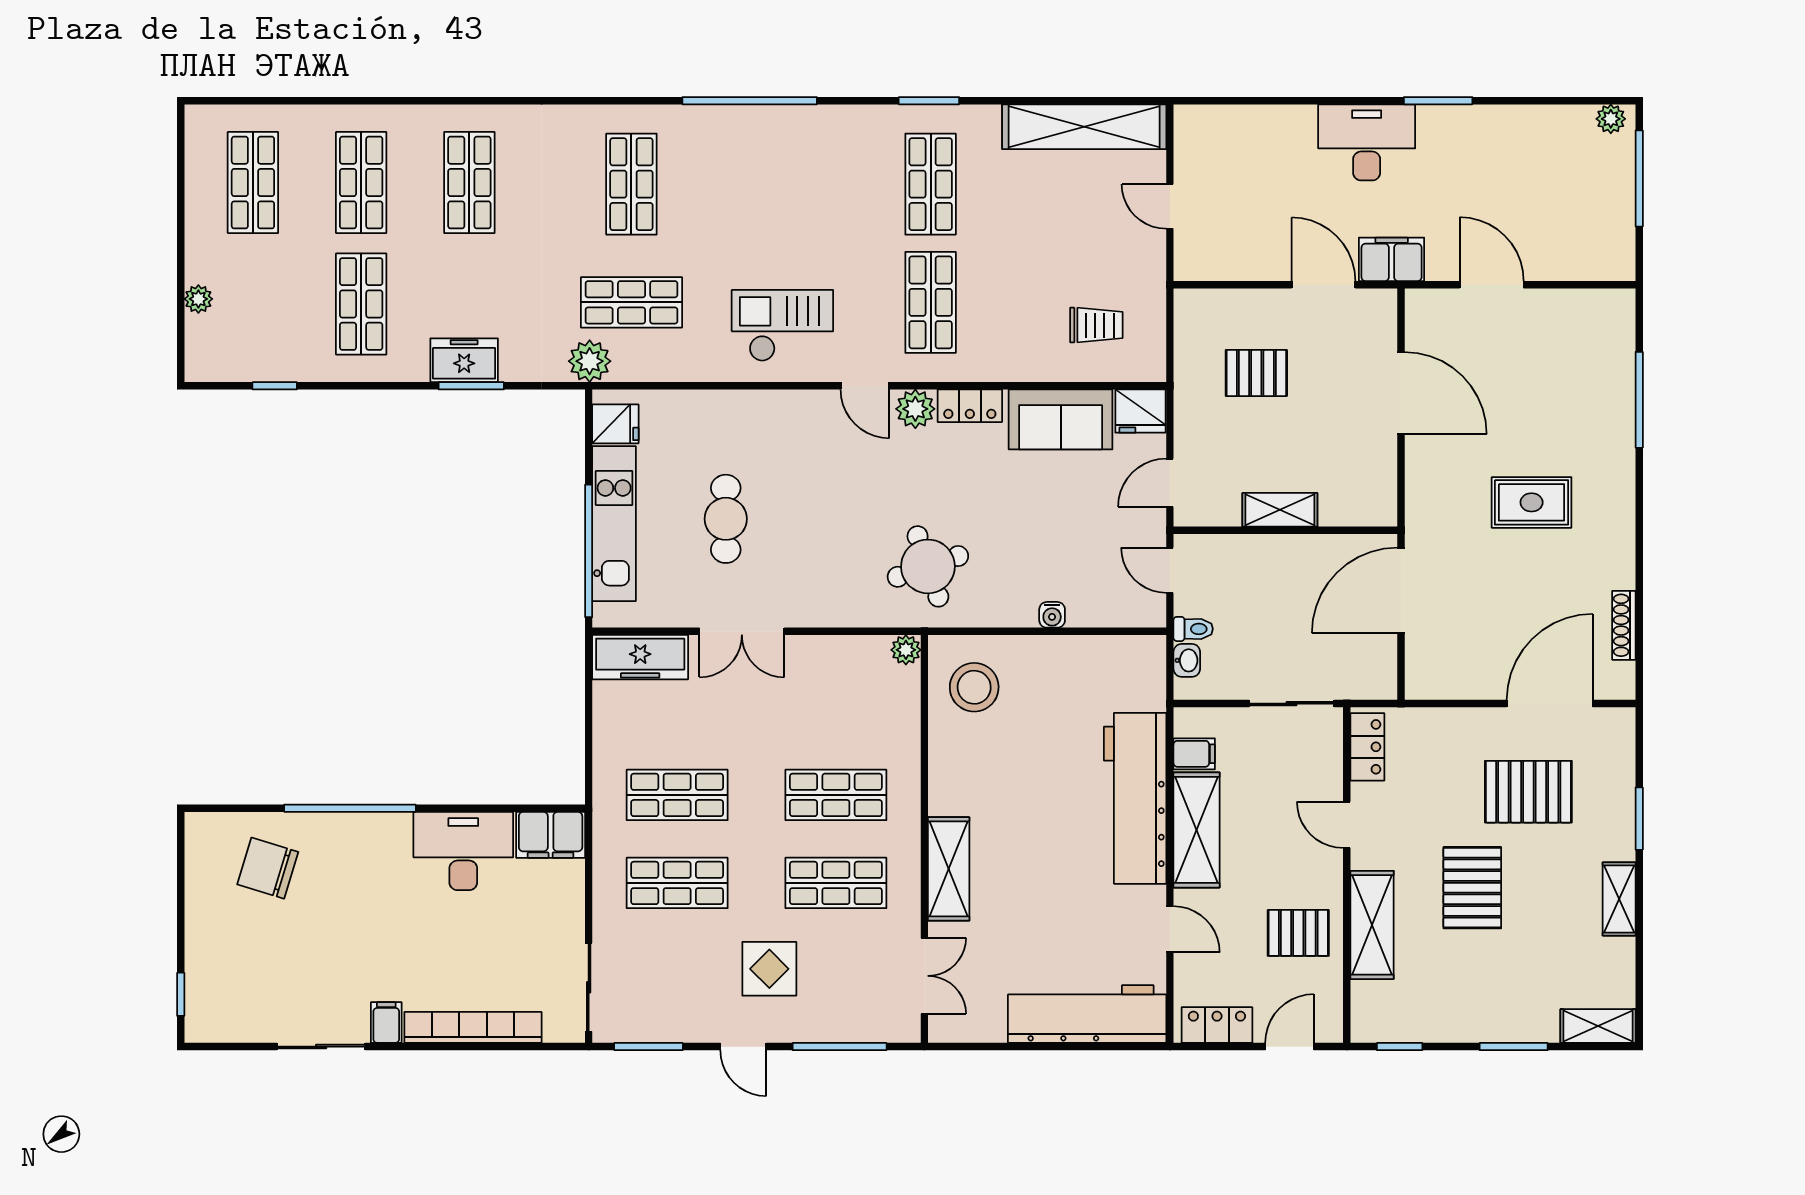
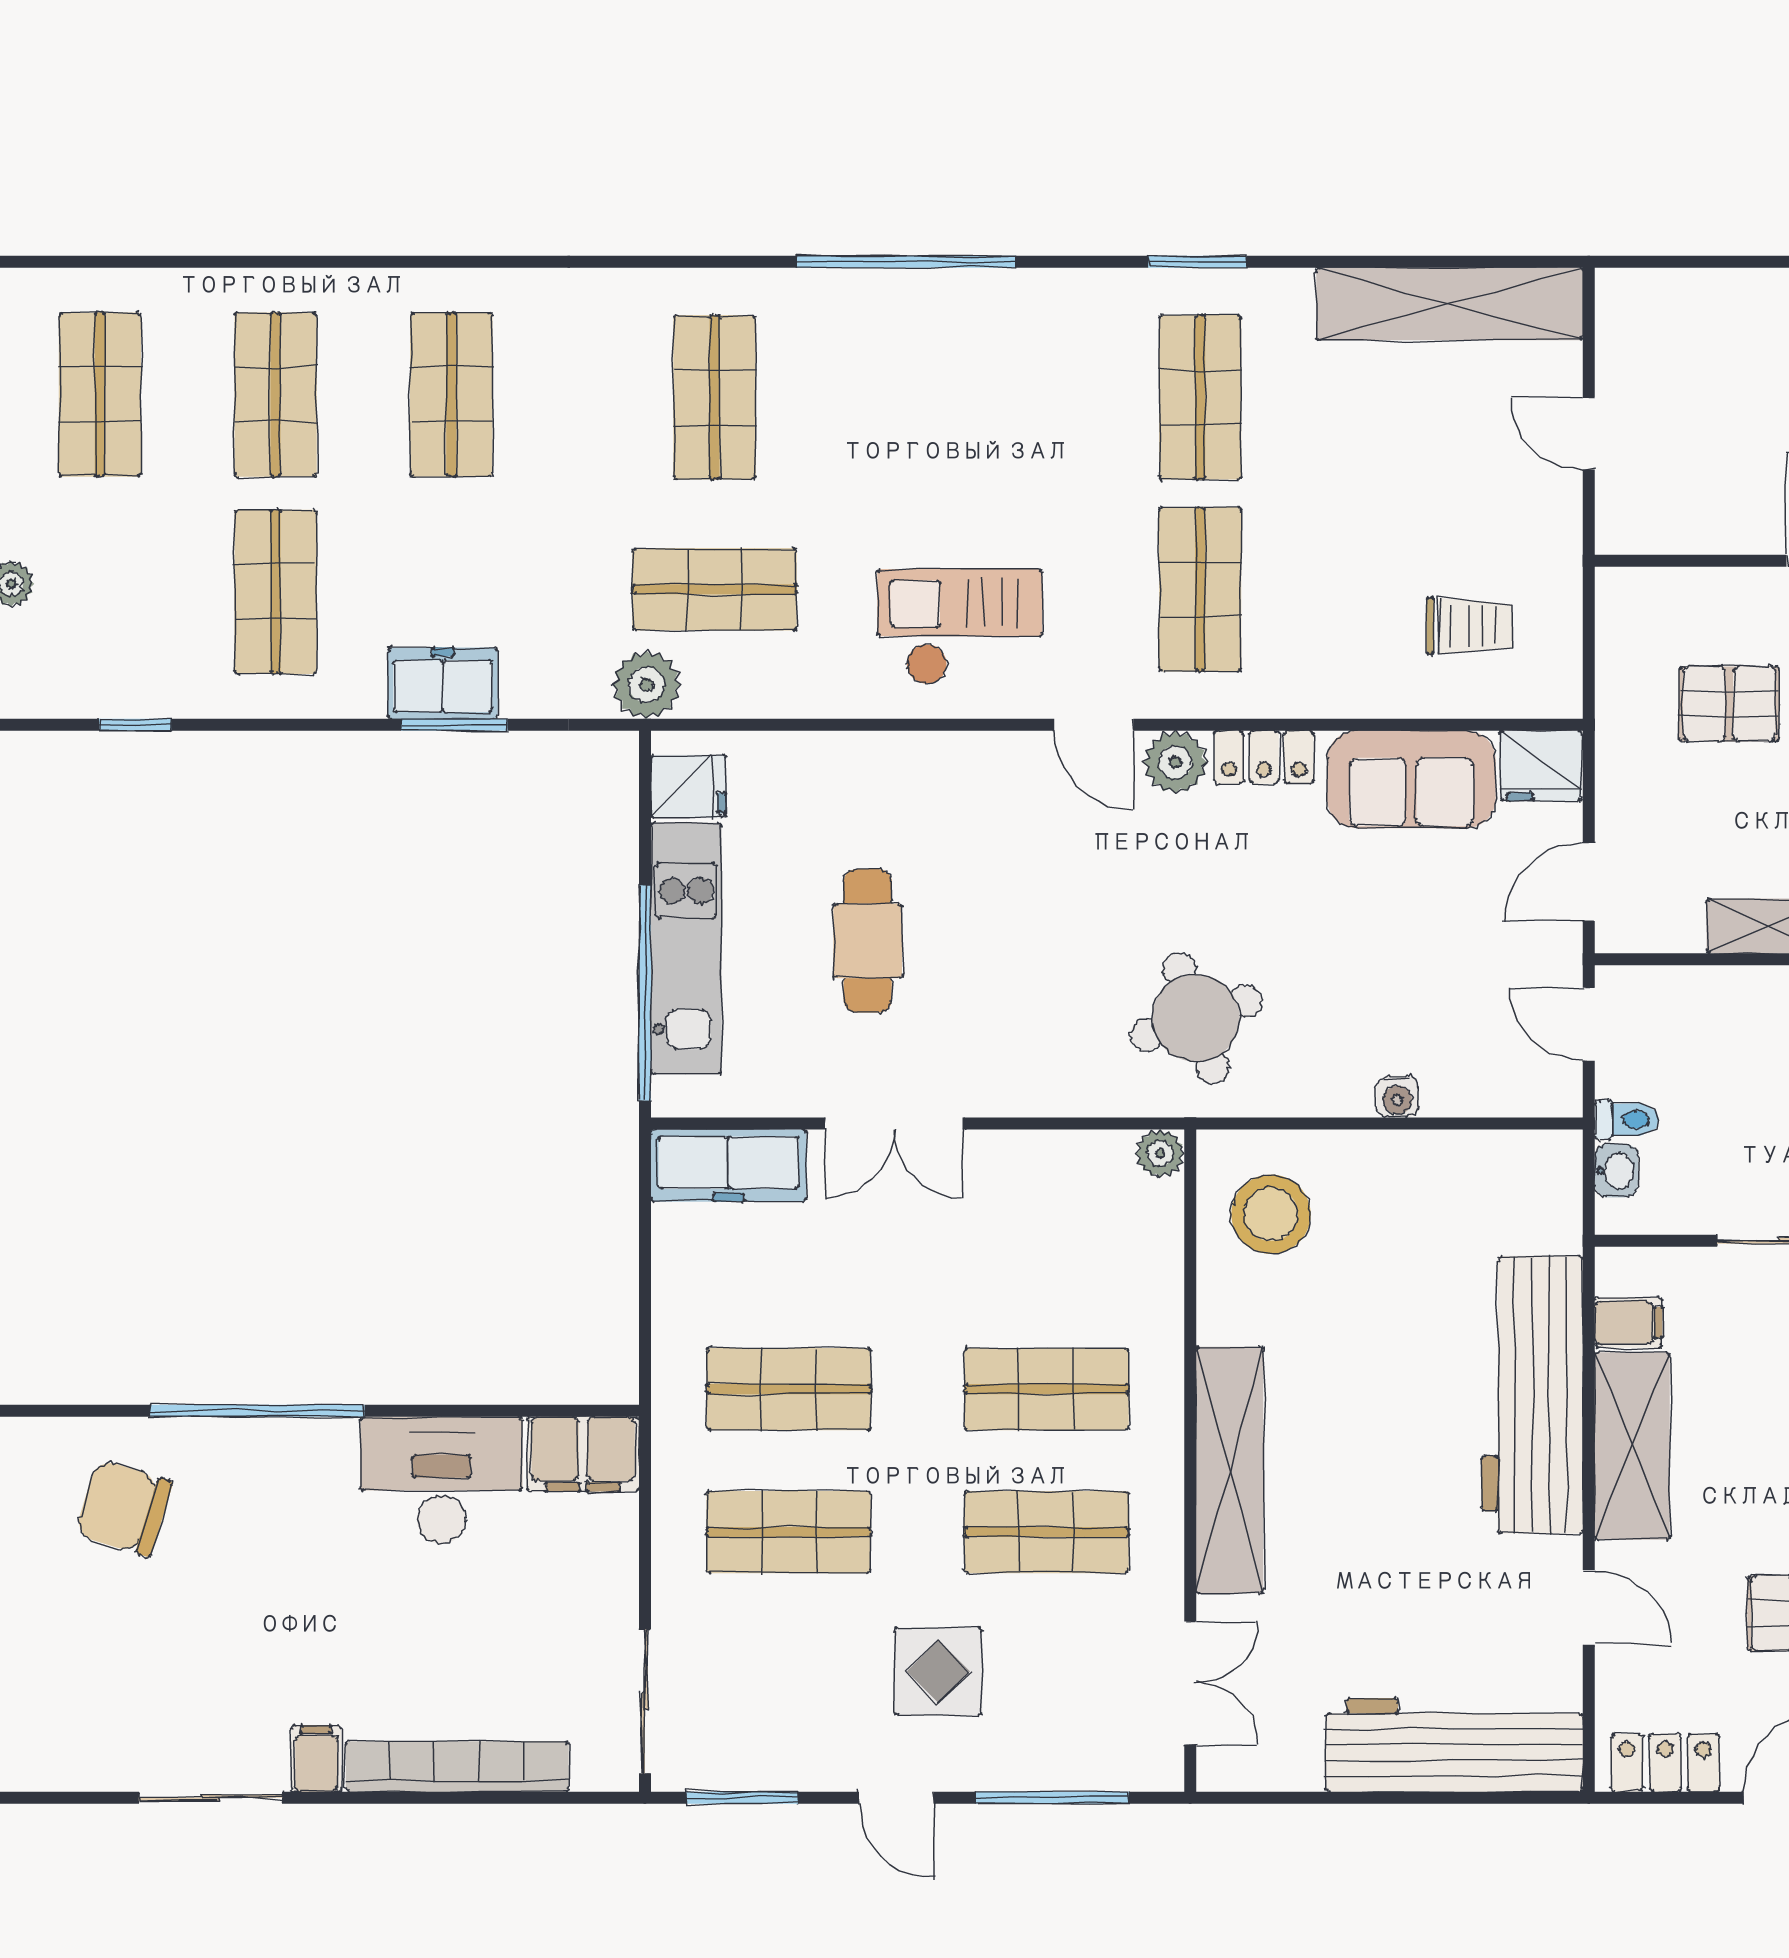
shelving: (949, 869) -> (1230, 1470), width x1.47

